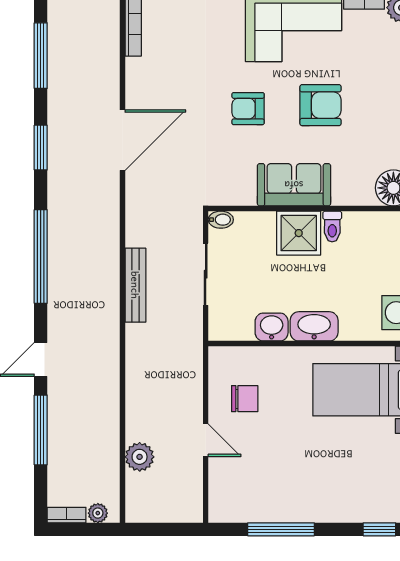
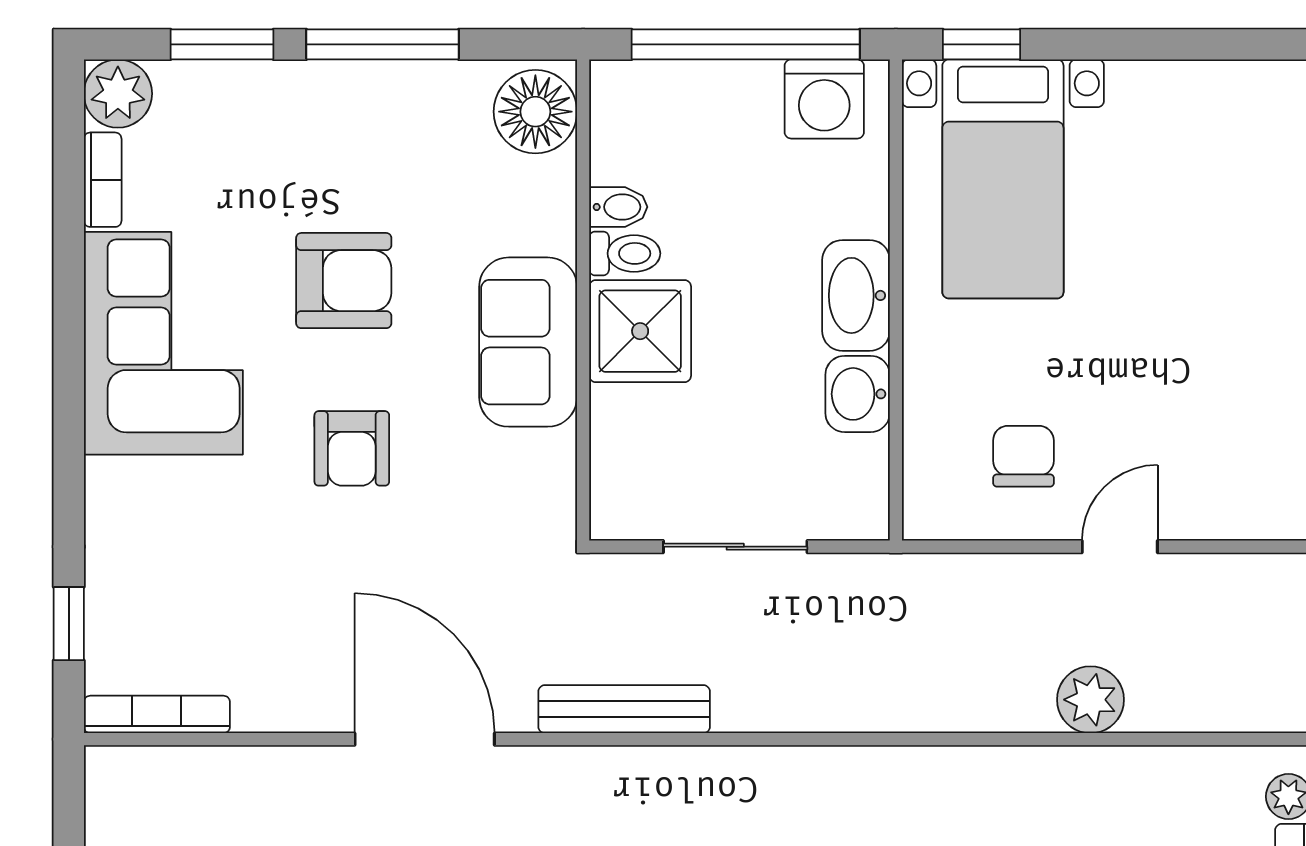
armchair: (321, 105) -> (344, 281), turned 90
bidet: (221, 220) -> (618, 207), moved, turned 90
bench: (135, 285) -> (624, 709), moved
plant: (140, 457) -> (1090, 700), moved

